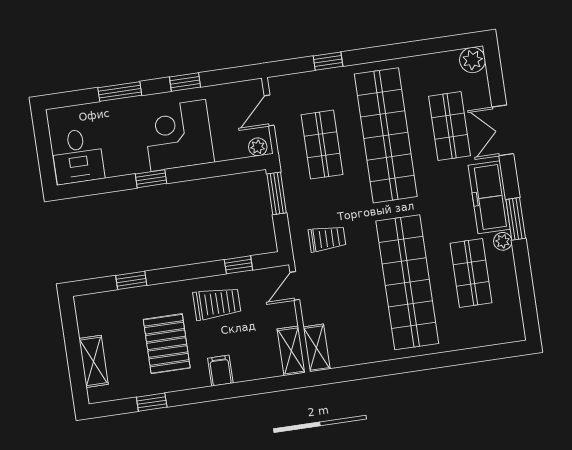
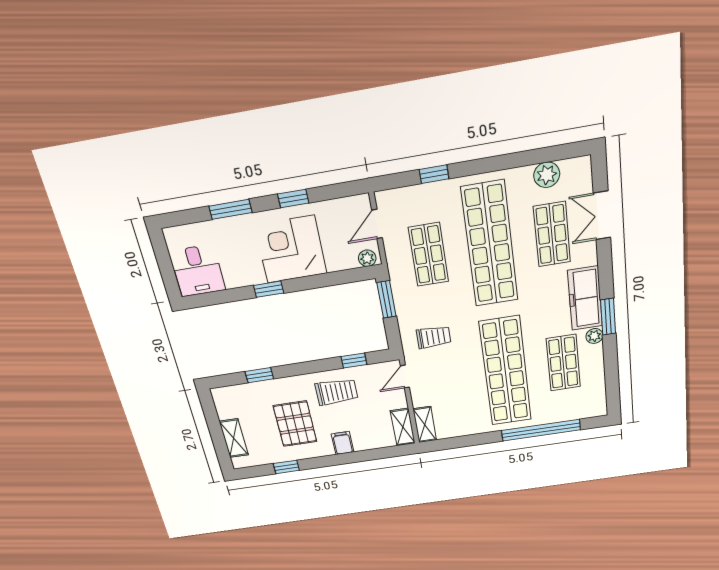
plant: (473, 60) -> (547, 175), moved
double door: (503, 130) -> (602, 215), moved
window: (451, 359) -> (541, 430), added

